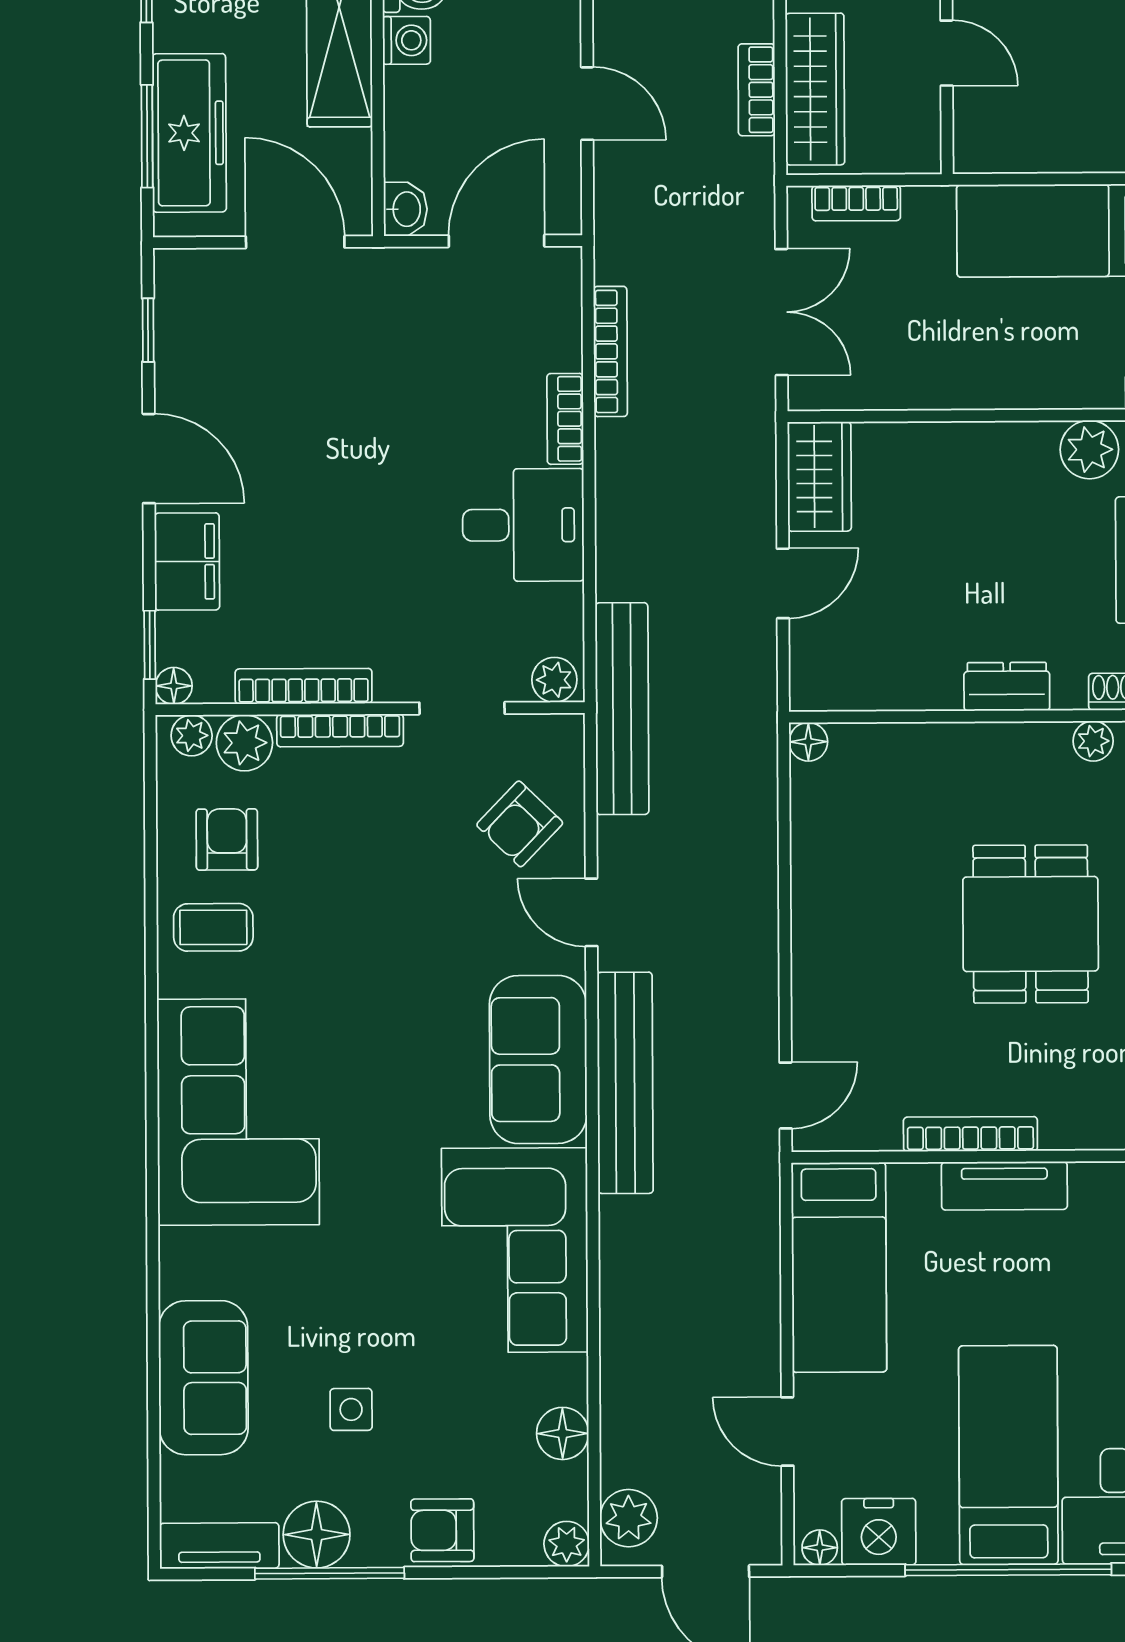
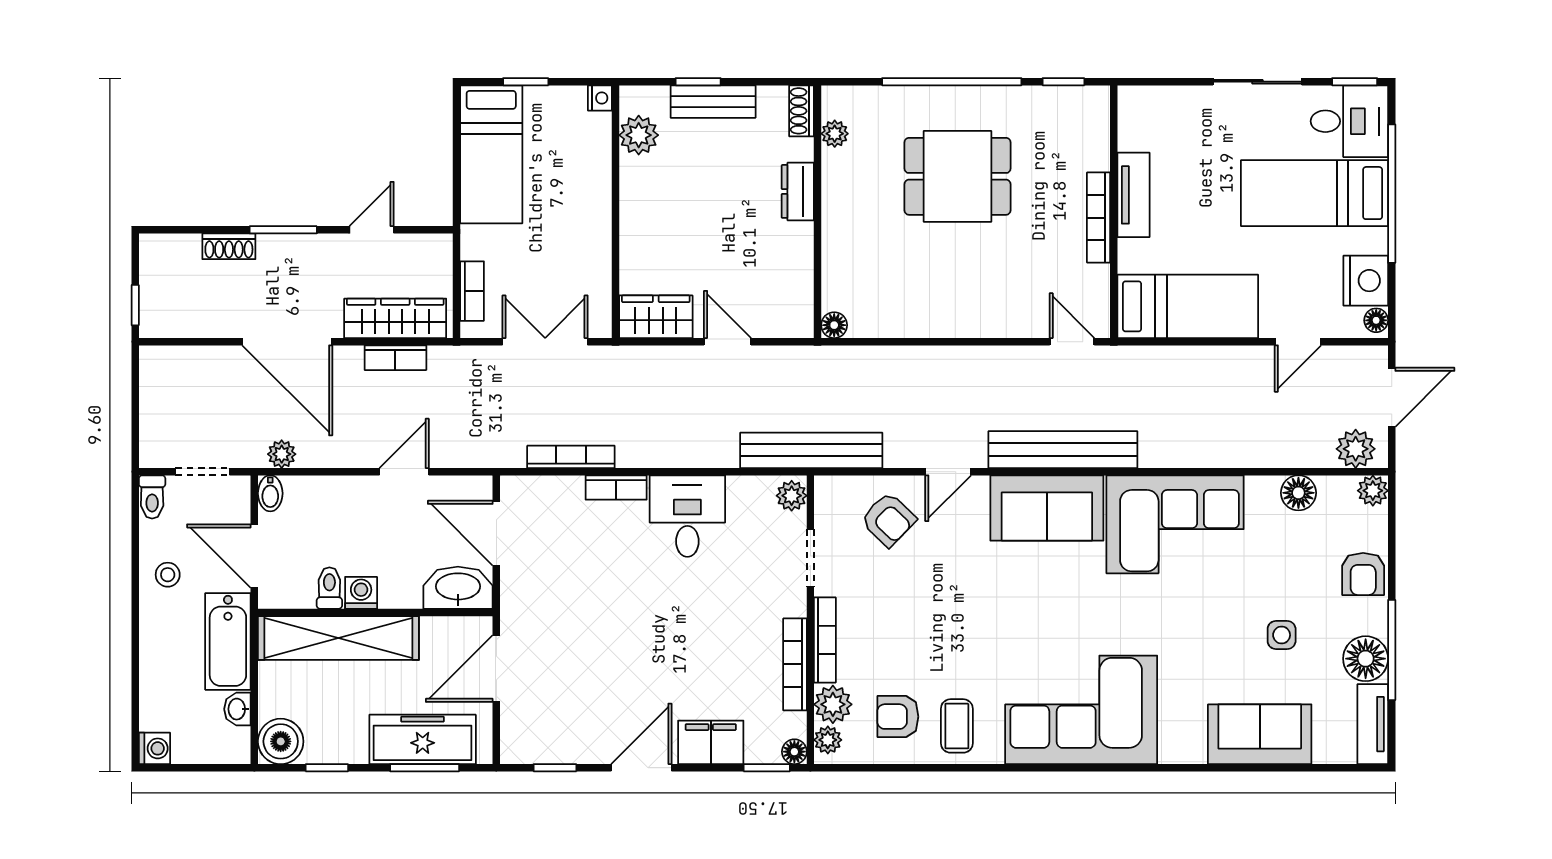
washbasin: (405, 209) -> (458, 588), width x1.91, depth x1.45

